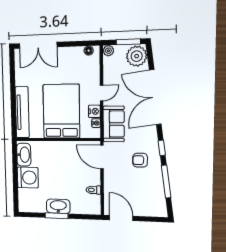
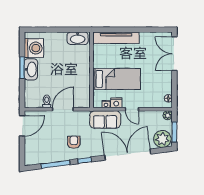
bed: (61, 111) -> (117, 79), width x0.67
door: (102, 157) -> (63, 109), moved
washing machine: (28, 178) -> (34, 48), moved, turned -90

